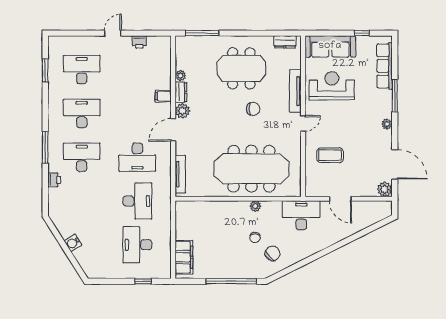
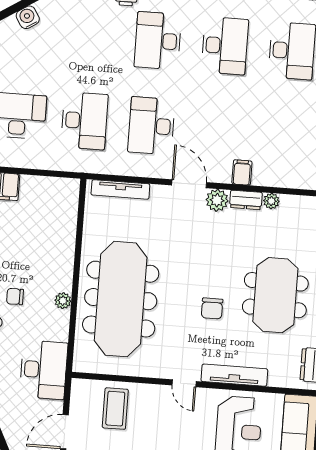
coffee table: (330, 155) -> (115, 409), moved
desk: (82, 157) -> (158, 41), turned 180
desk: (137, 201) -> (84, 121), turned -90

